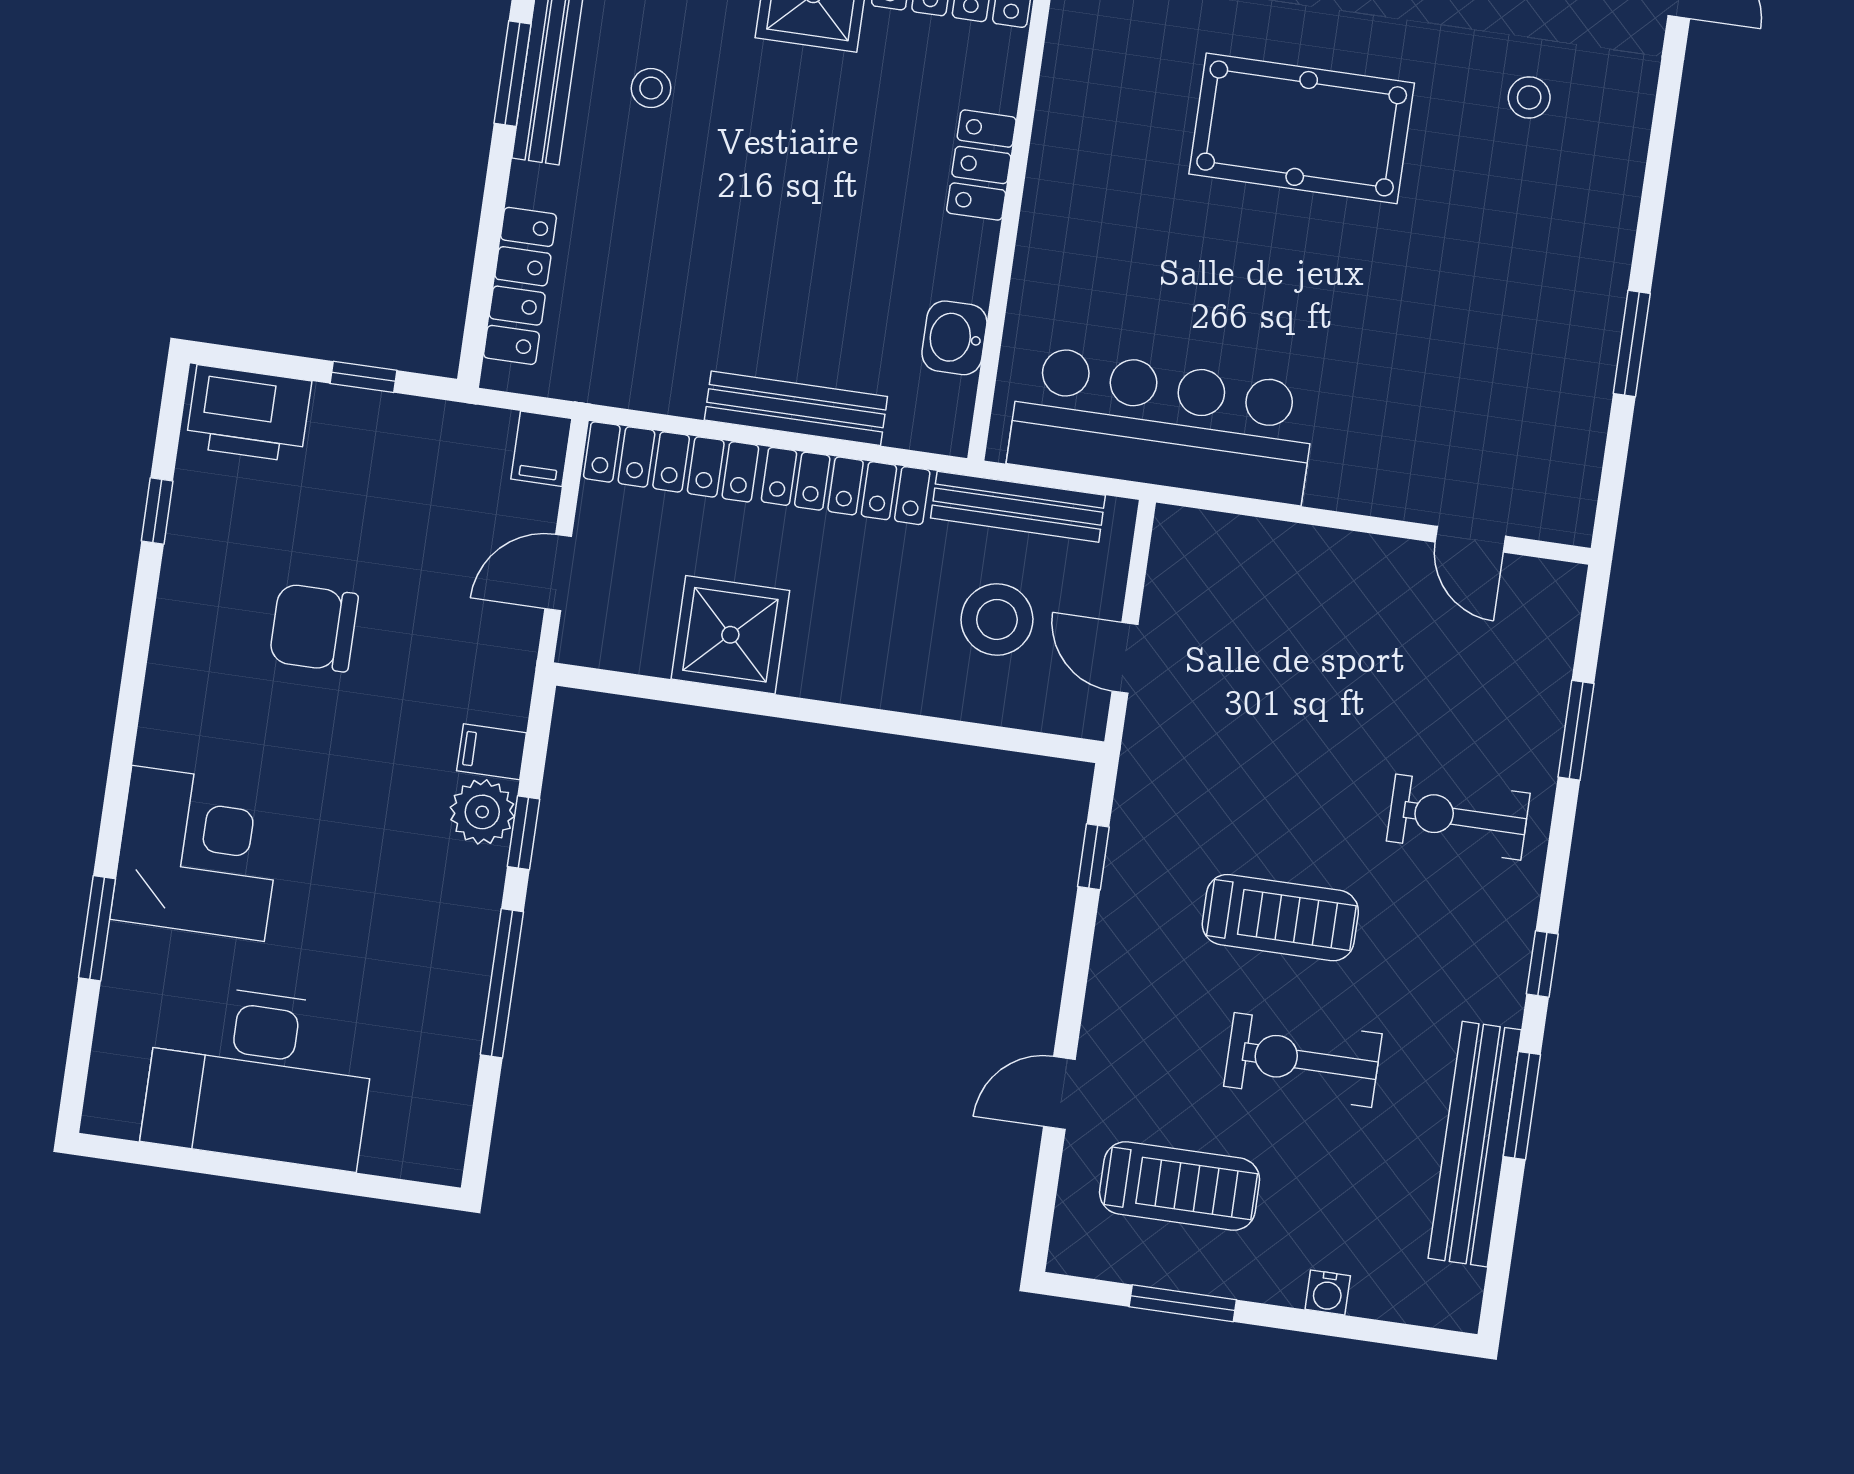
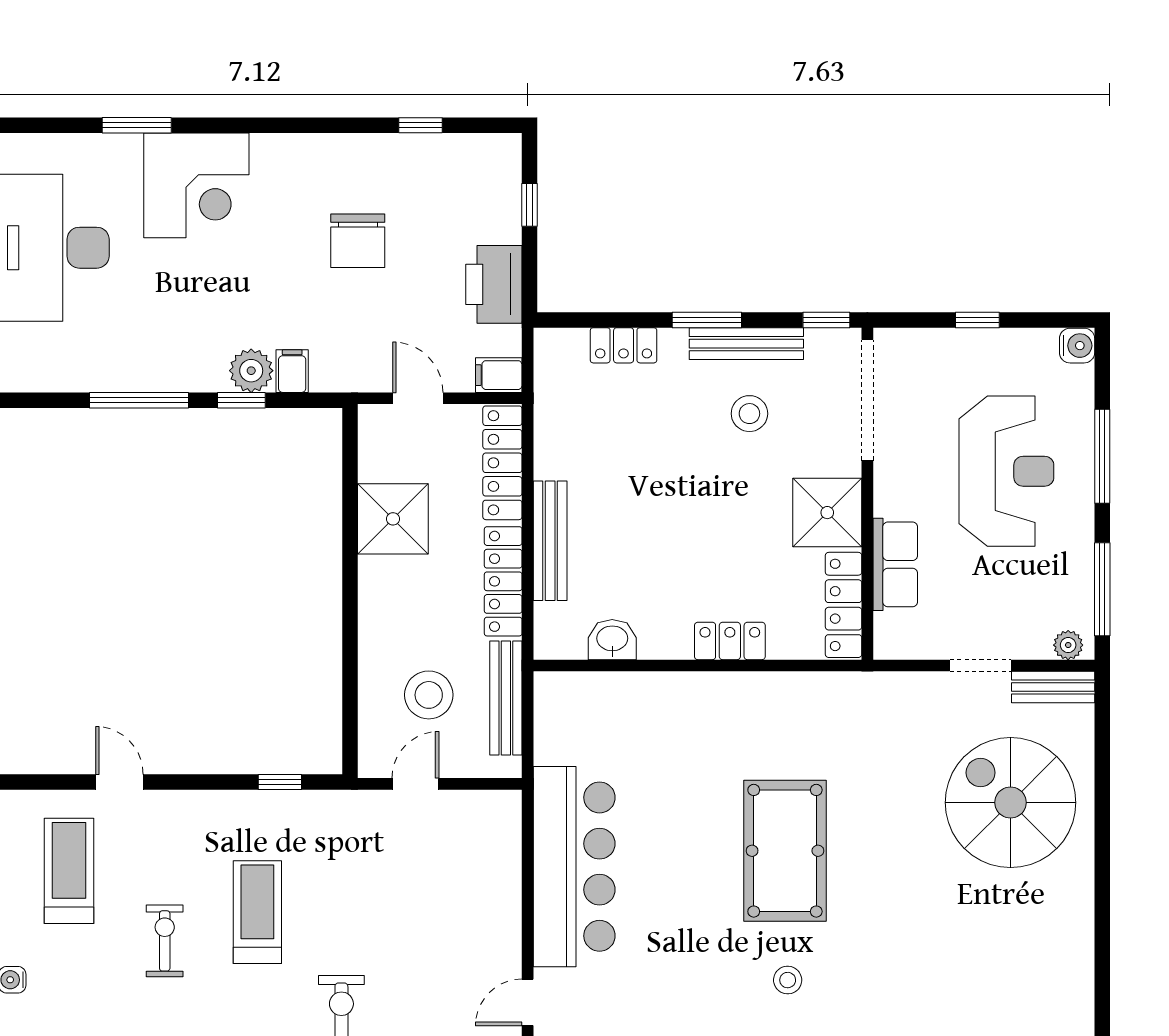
window: (513, 74) -> (707, 320), moved
stool: (651, 88) -> (749, 414), width x1.37, depth x1.37
stool: (1529, 97) -> (788, 980), moved
locker: (520, 286) -> (624, 345), width x0.66
window: (364, 377) -> (530, 205), moved
printer: (249, 414) -> (494, 284), moved
bar counter: (1162, 425) -> (574, 867), moved
chair: (314, 628) -> (358, 241), turned 180
treadmill: (1280, 918) -> (257, 912), turned 180
exercise bike: (1303, 1060) -> (165, 941), width x0.73, depth x0.72
treadmill: (1180, 1186) -> (69, 871), turned 180

